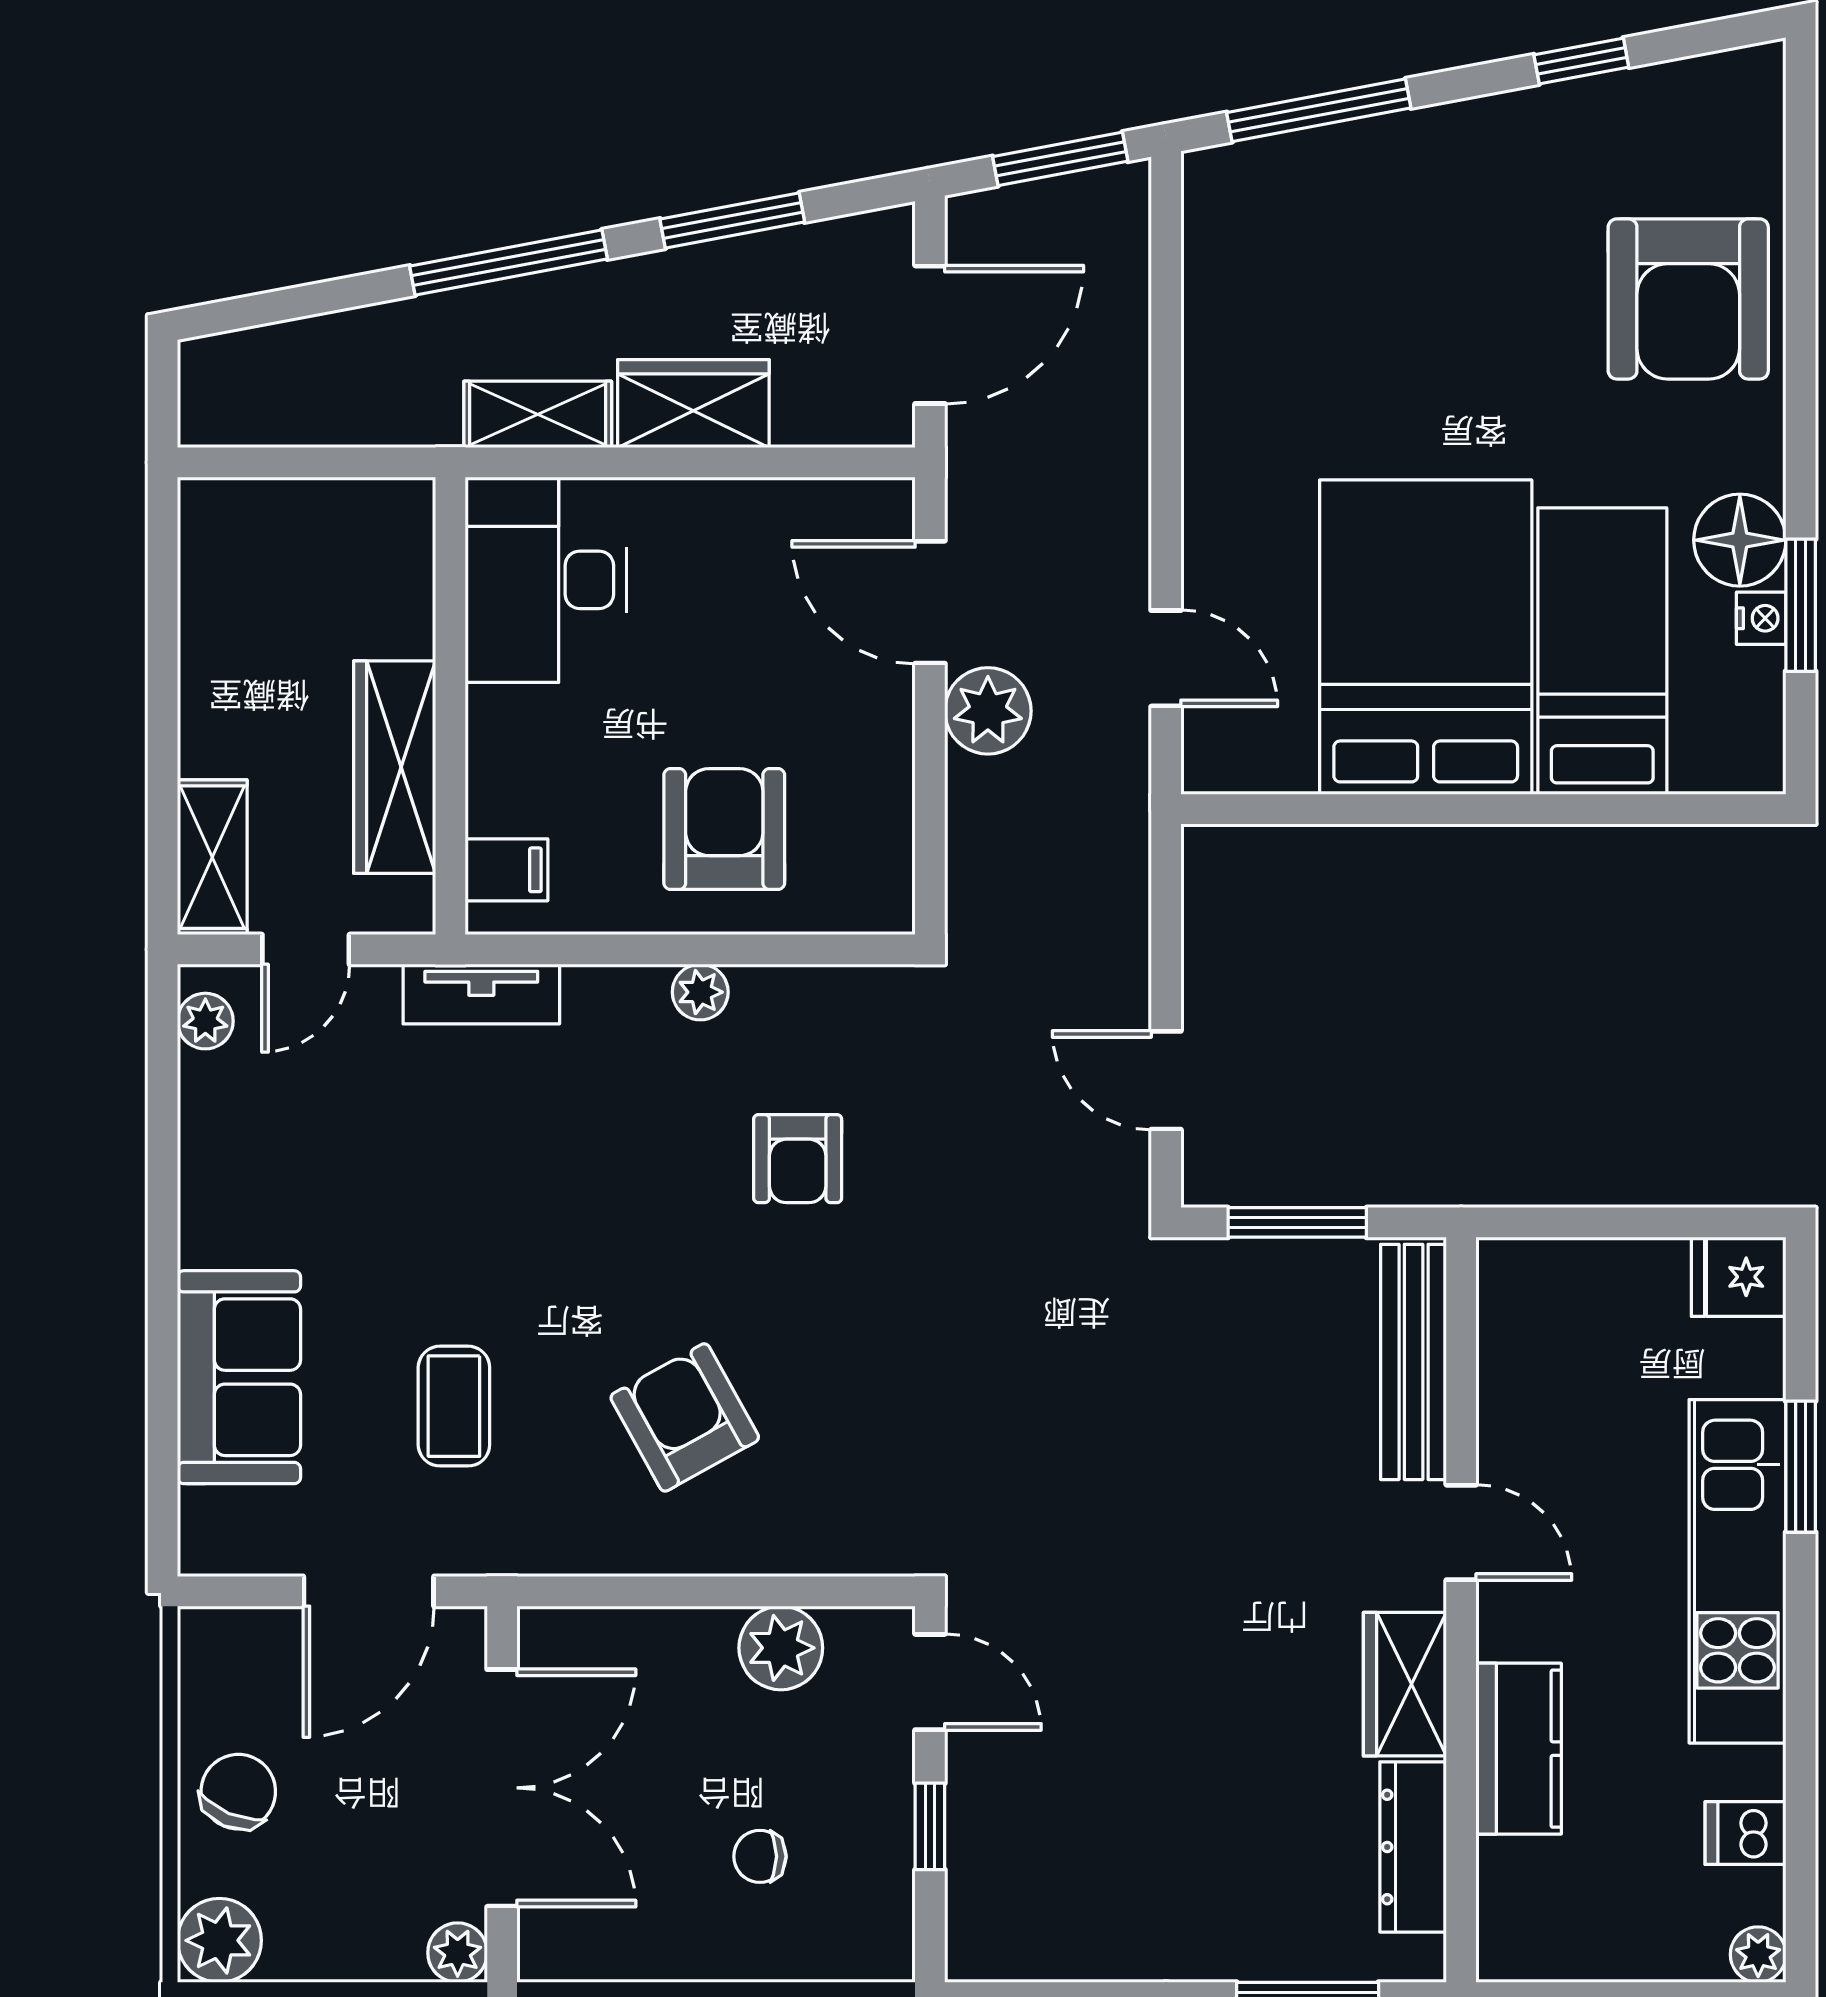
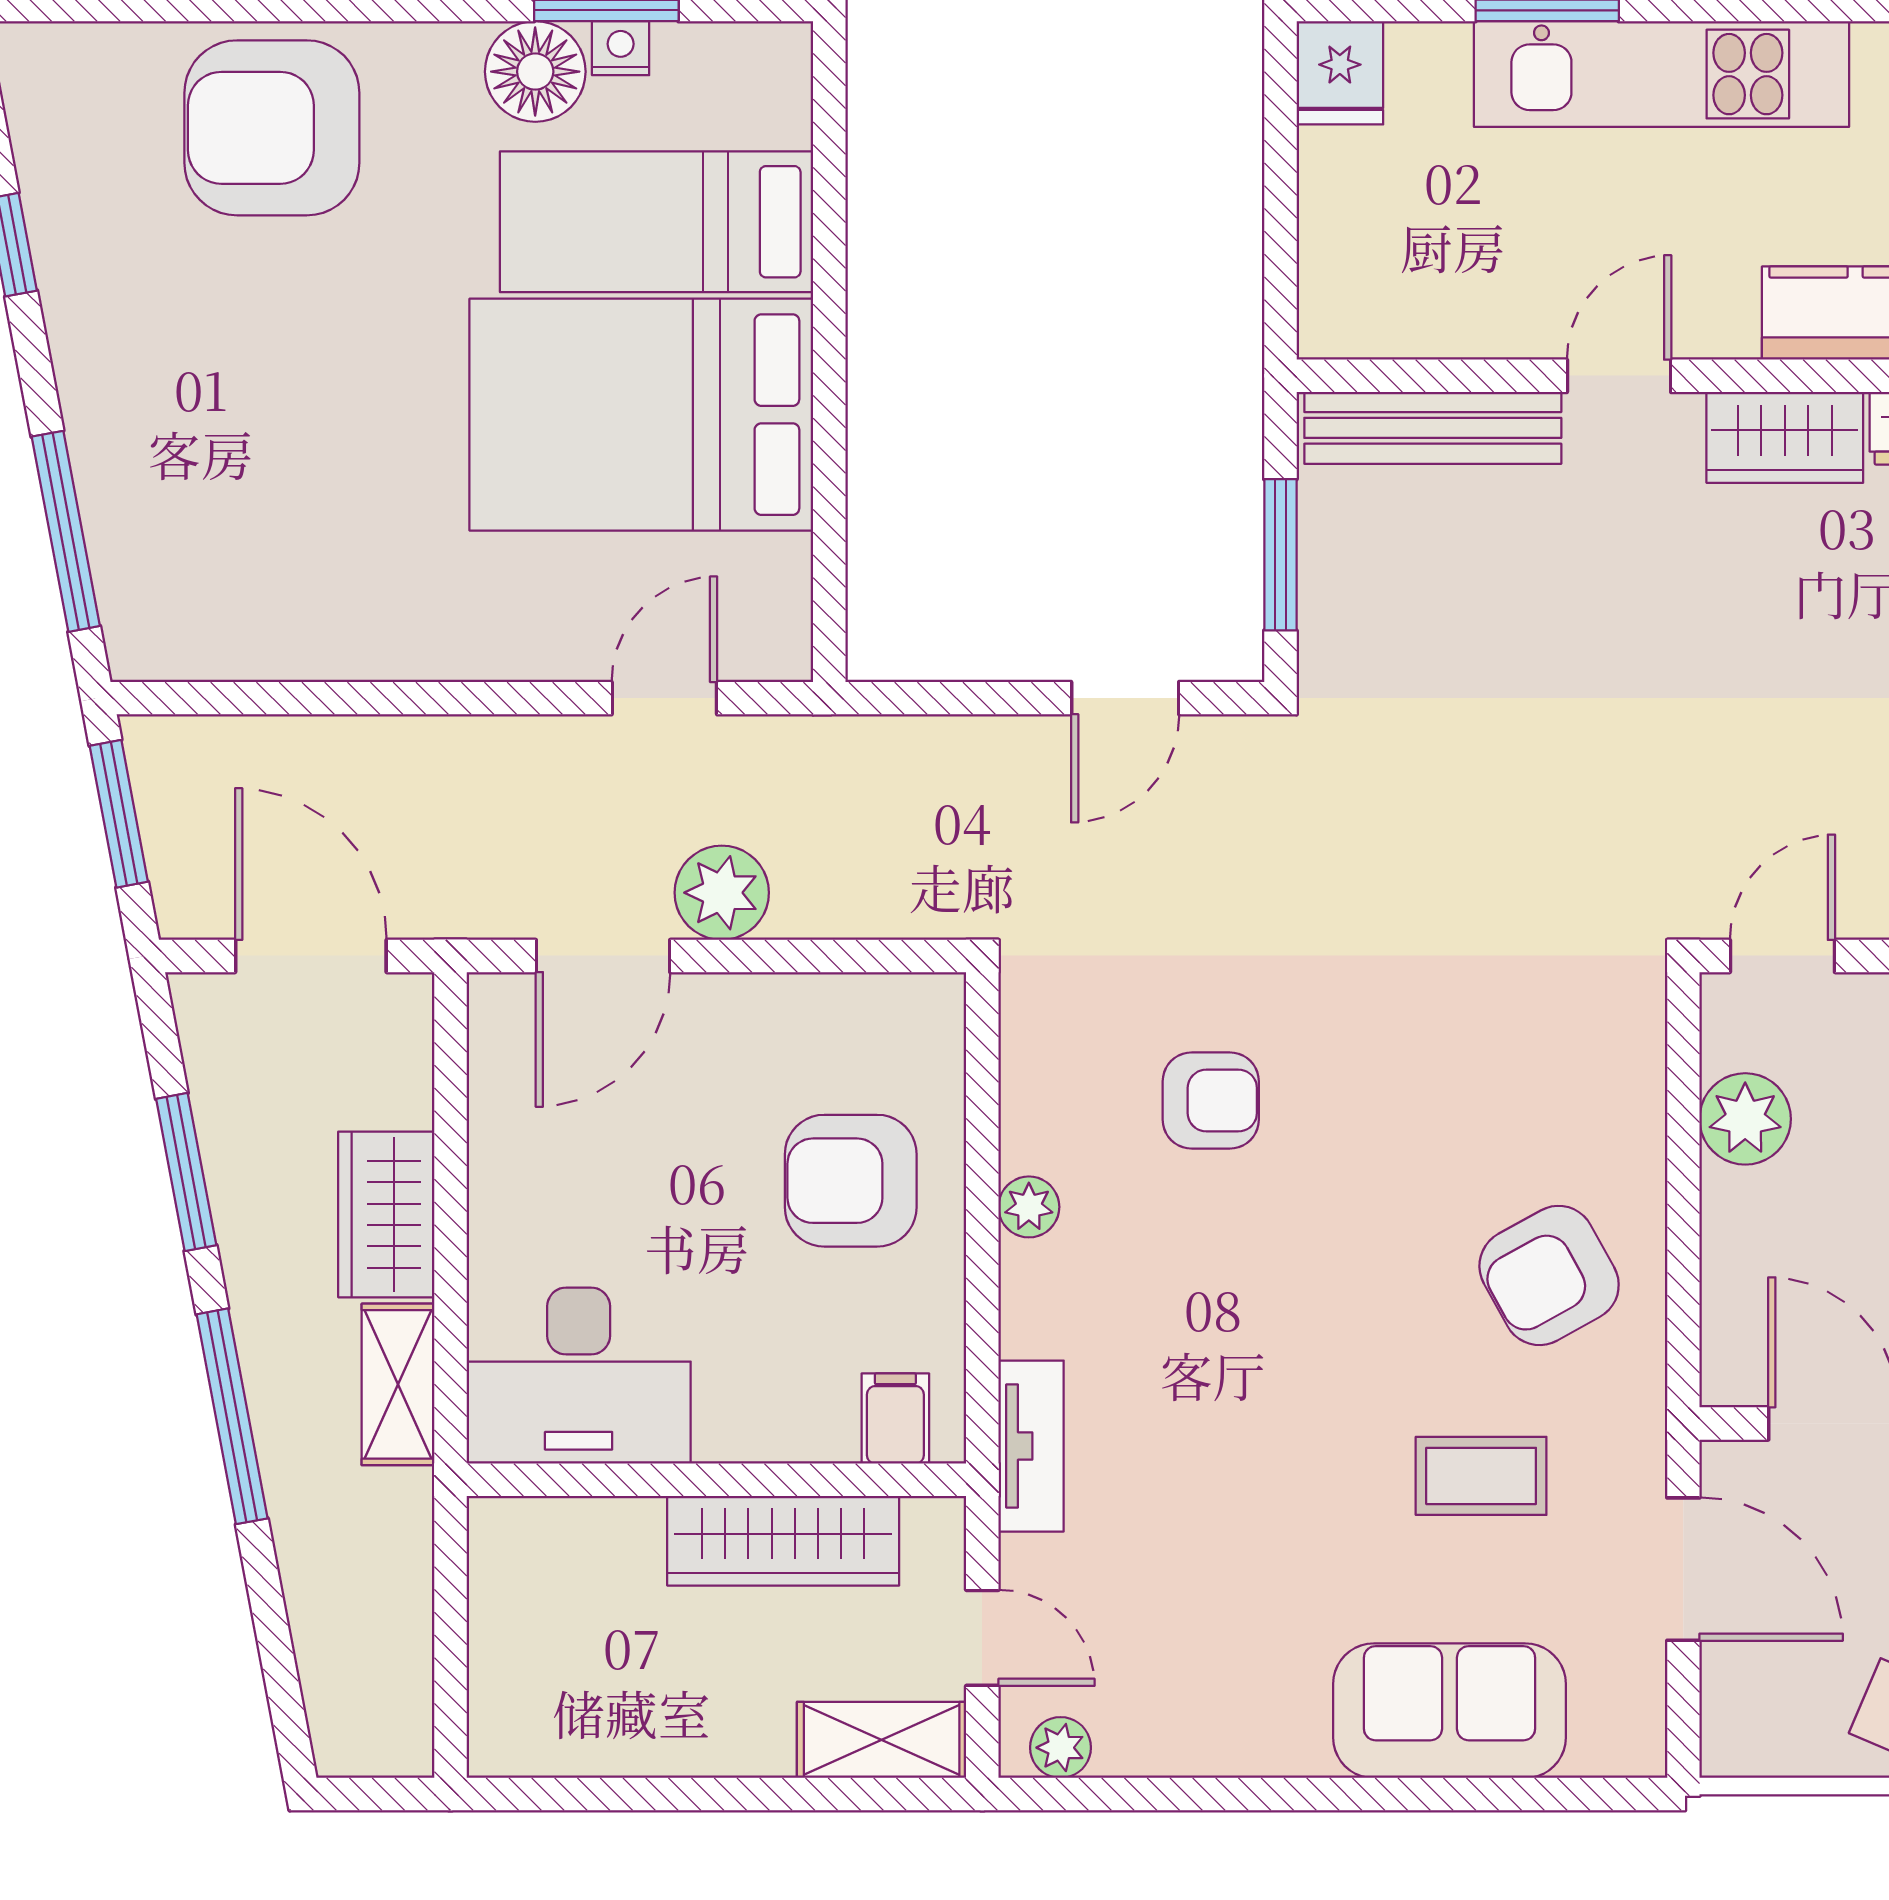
armchair: (1688, 299) -> (272, 128), turned 180
armchair: (685, 1417) -> (1549, 1275), moved

